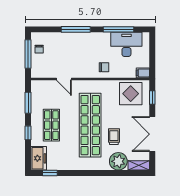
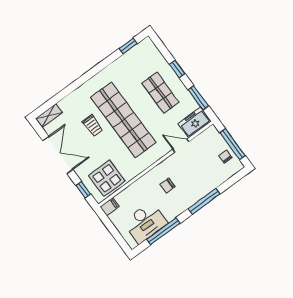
chair: (104, 67) -> (168, 186), moved
freezer: (39, 158) -> (194, 123), moved, turned 90
plant: (118, 161) -> (71, 105), removed

